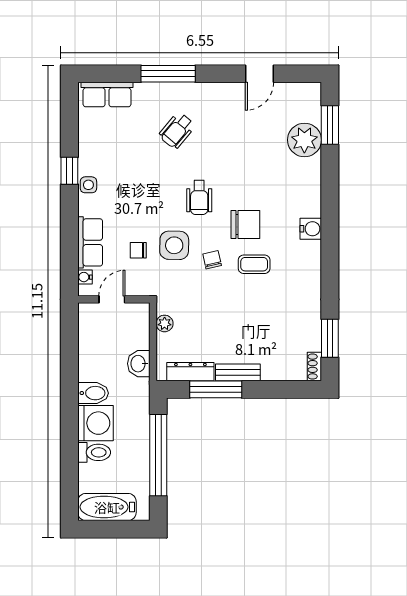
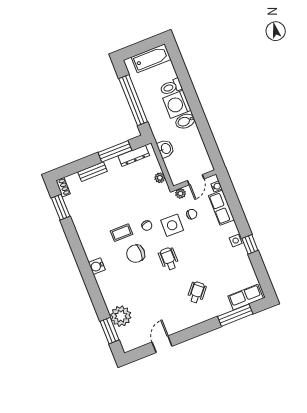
window: (168, 74) -> (235, 315), moved
plant: (143, 288) -> (180, 193), added
bench: (238, 372) -> (93, 172), moved

